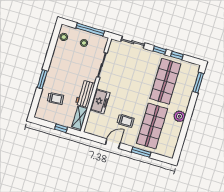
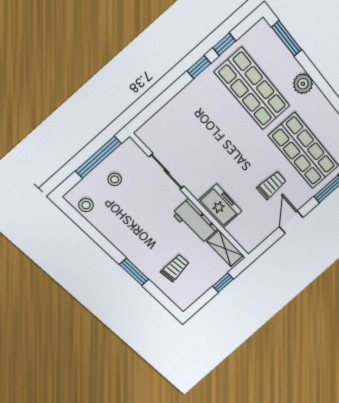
sliding door: (133, 42) -> (160, 102), removed
plant: (179, 116) -> (303, 84), moved

